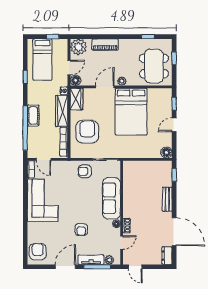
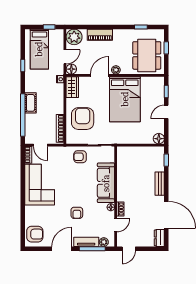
wardrobe: (62, 111) -> (58, 99), removed
armchair: (38, 252) -> (35, 234), turned 90
door: (135, 267) -> (129, 249), hinge flipped

